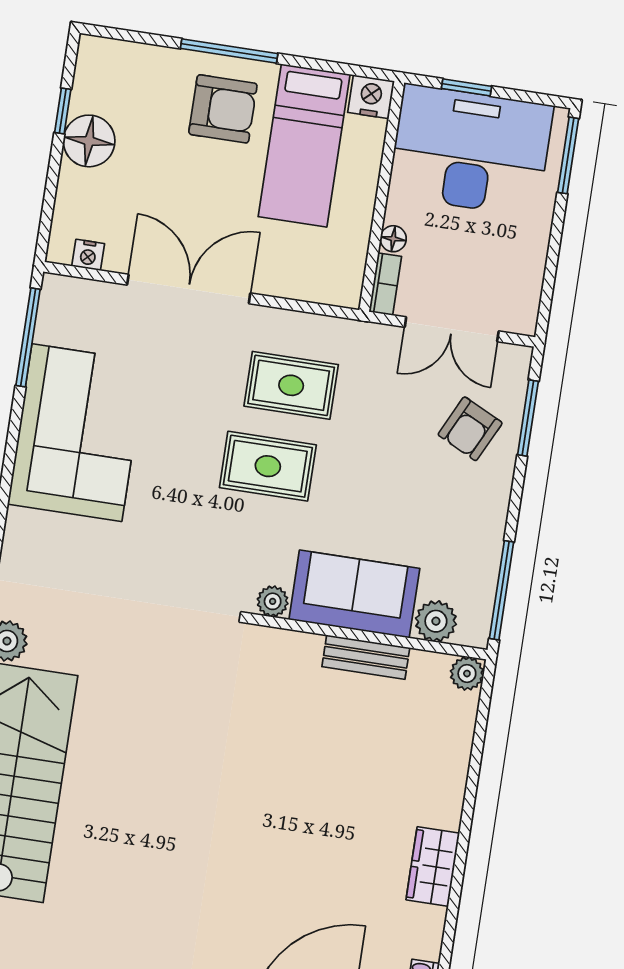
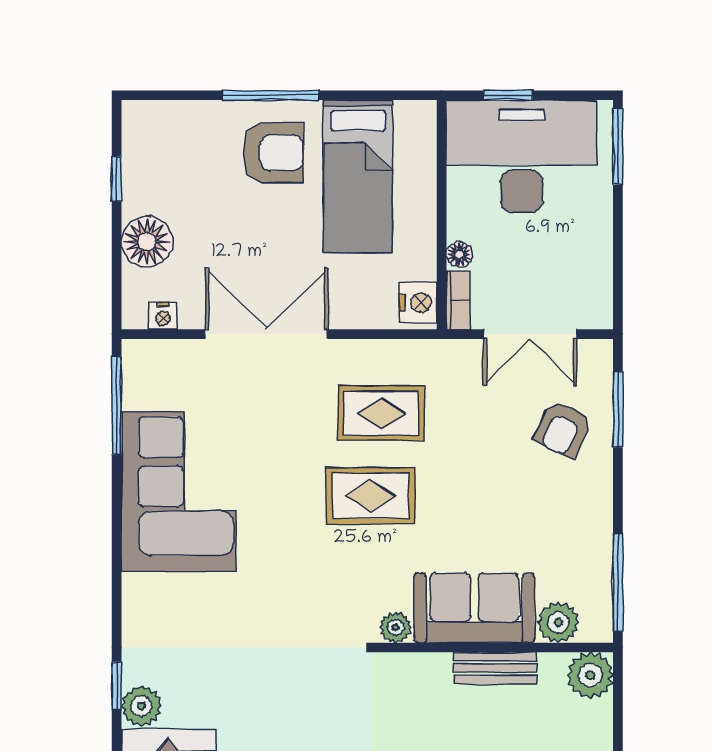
nightstand: (371, 97) -> (418, 303), moved, turned 90
floor lamp: (89, 141) -> (147, 242), moved
plant: (467, 674) -> (590, 675), width x1.38, depth x1.38

